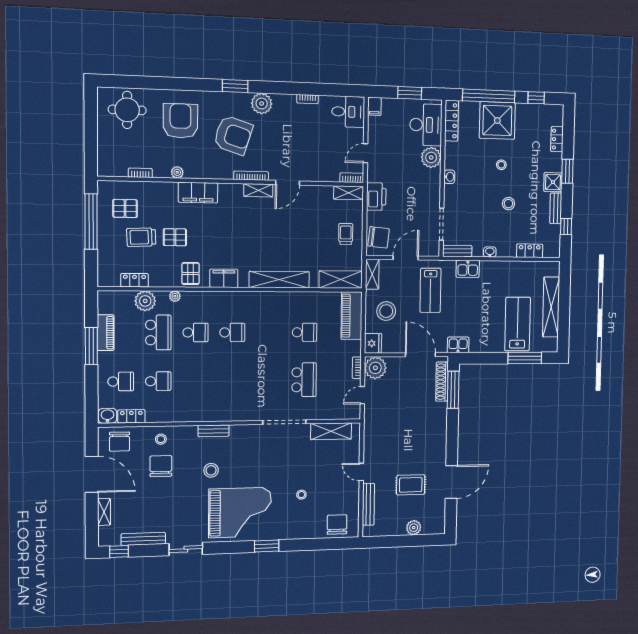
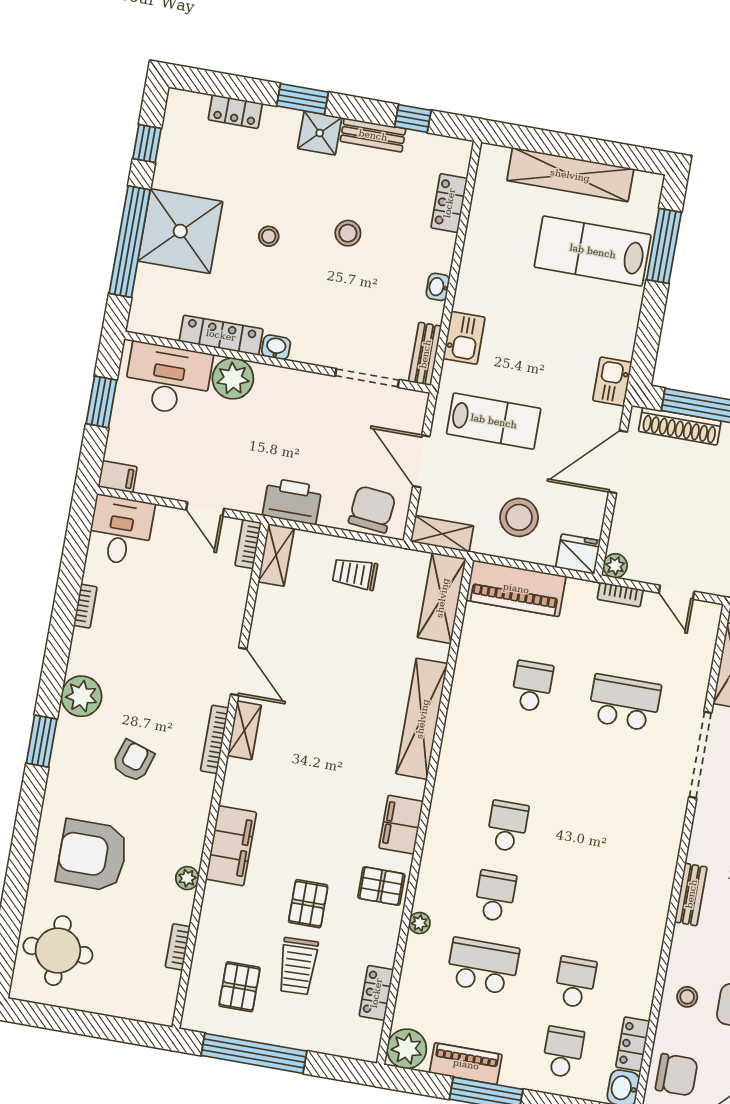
locker: (451, 121) -> (221, 335), moved
armchair: (233, 135) -> (133, 761), width x0.53, depth x0.53
plant: (145, 301) -> (407, 1049), moved
plant: (375, 368) -> (615, 566), width x0.53, depth x0.53

